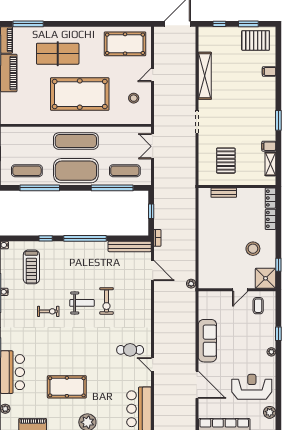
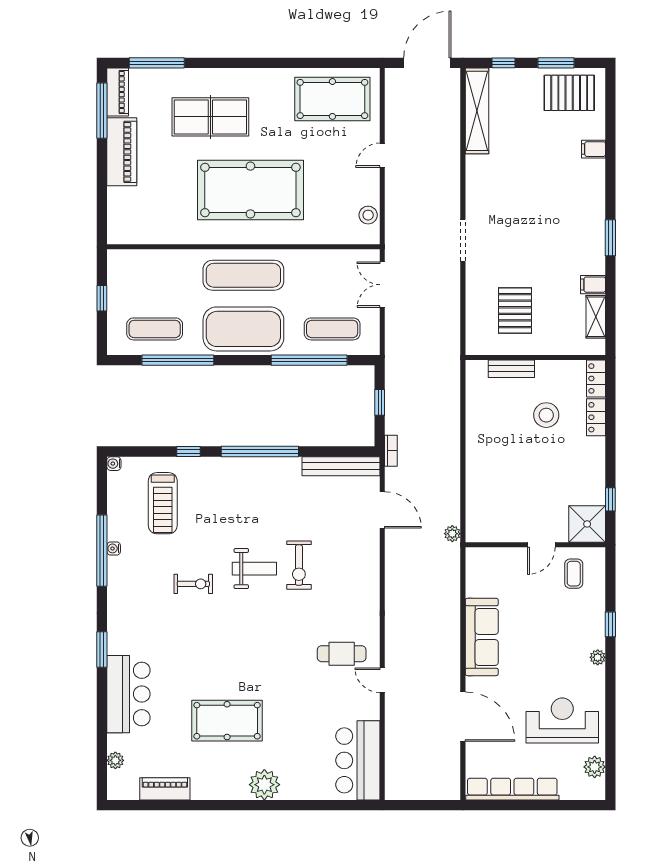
shelving: (205, 76) -> (477, 111), moved
stool: (134, 98) -> (368, 215), moved
stool: (253, 249) -> (546, 415), moved

